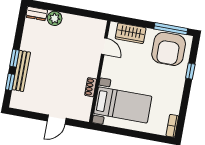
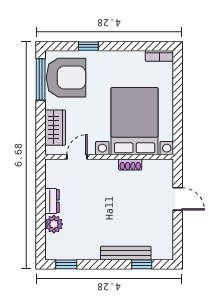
dresser: (37, 14) -> (52, 201), moved
window: (14, 58) -> (66, 264), moved
bed with nightstands: (123, 105) -> (135, 121), width x1.36

